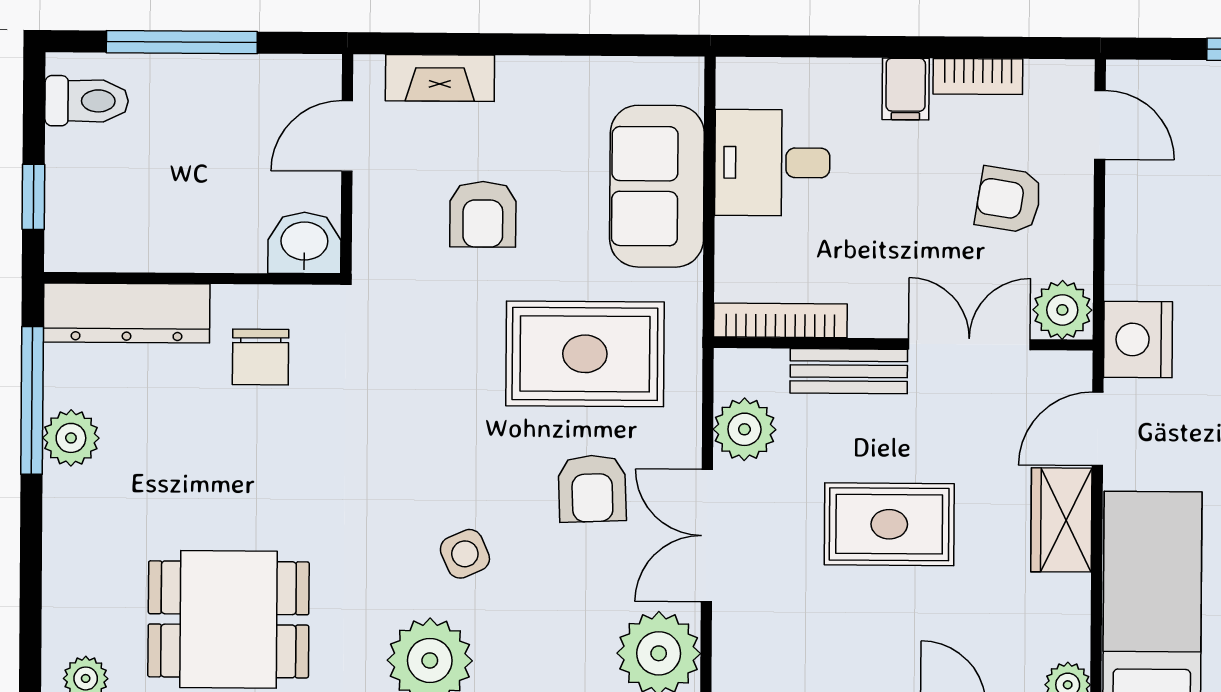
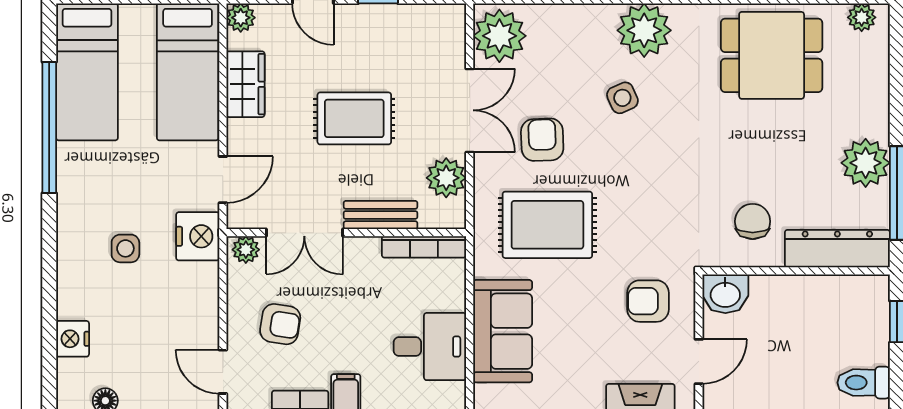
armchair: (483, 214) -> (648, 301), moved, turned -90
plant: (1062, 310) -> (246, 250), width x0.73, depth x0.73
plant: (71, 438) -> (866, 163), width x1.36, depth x1.36
wardrobe: (1061, 520) -> (245, 84), moved

